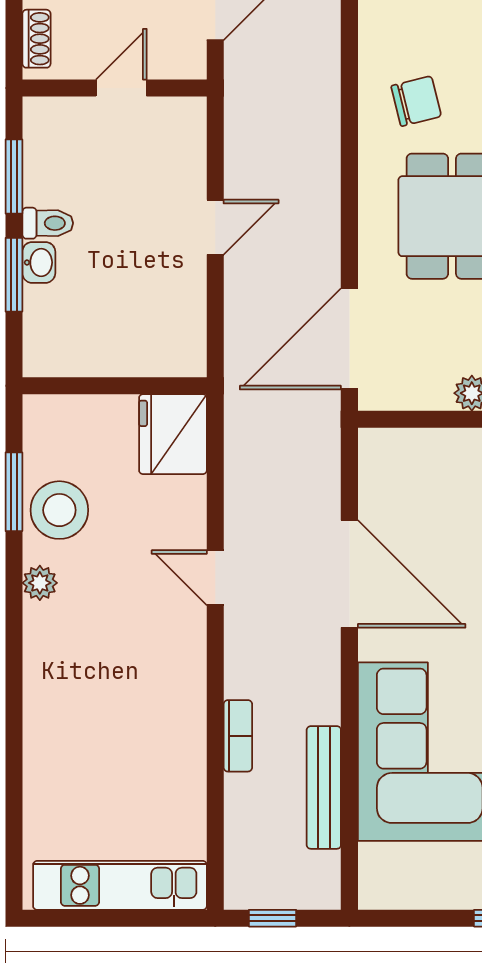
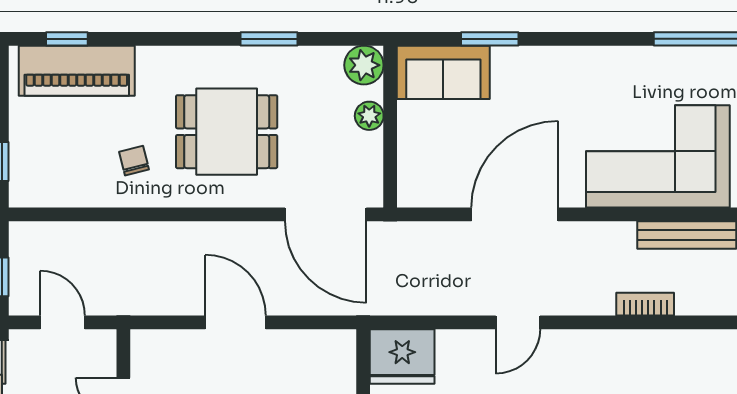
chair: (416, 101) -> (134, 161), width x0.73, depth x0.73
door: (215, 227) -> (236, 322), width x1.38

